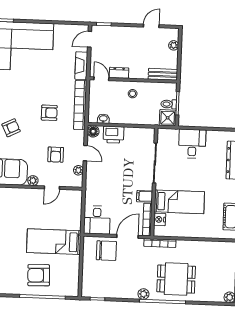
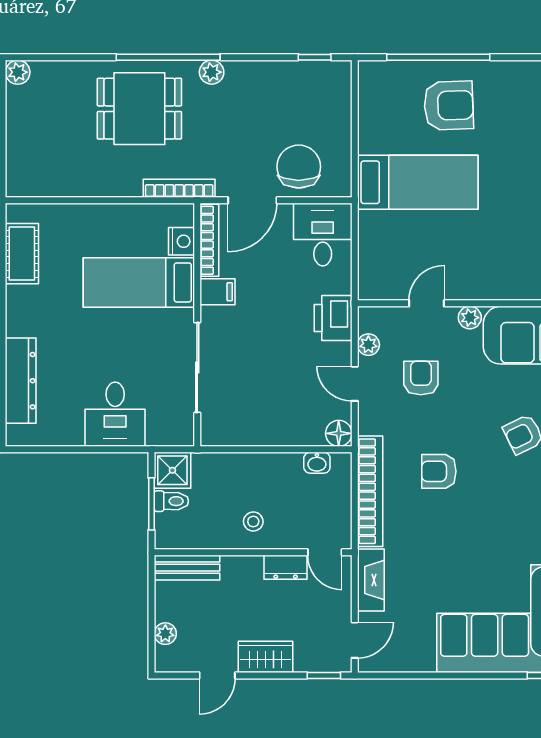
wardrobe: (129, 33) -> (265, 657), added
printer: (114, 135) -> (333, 318), moved, turned -90
chair: (106, 251) -> (299, 167), turned 90

